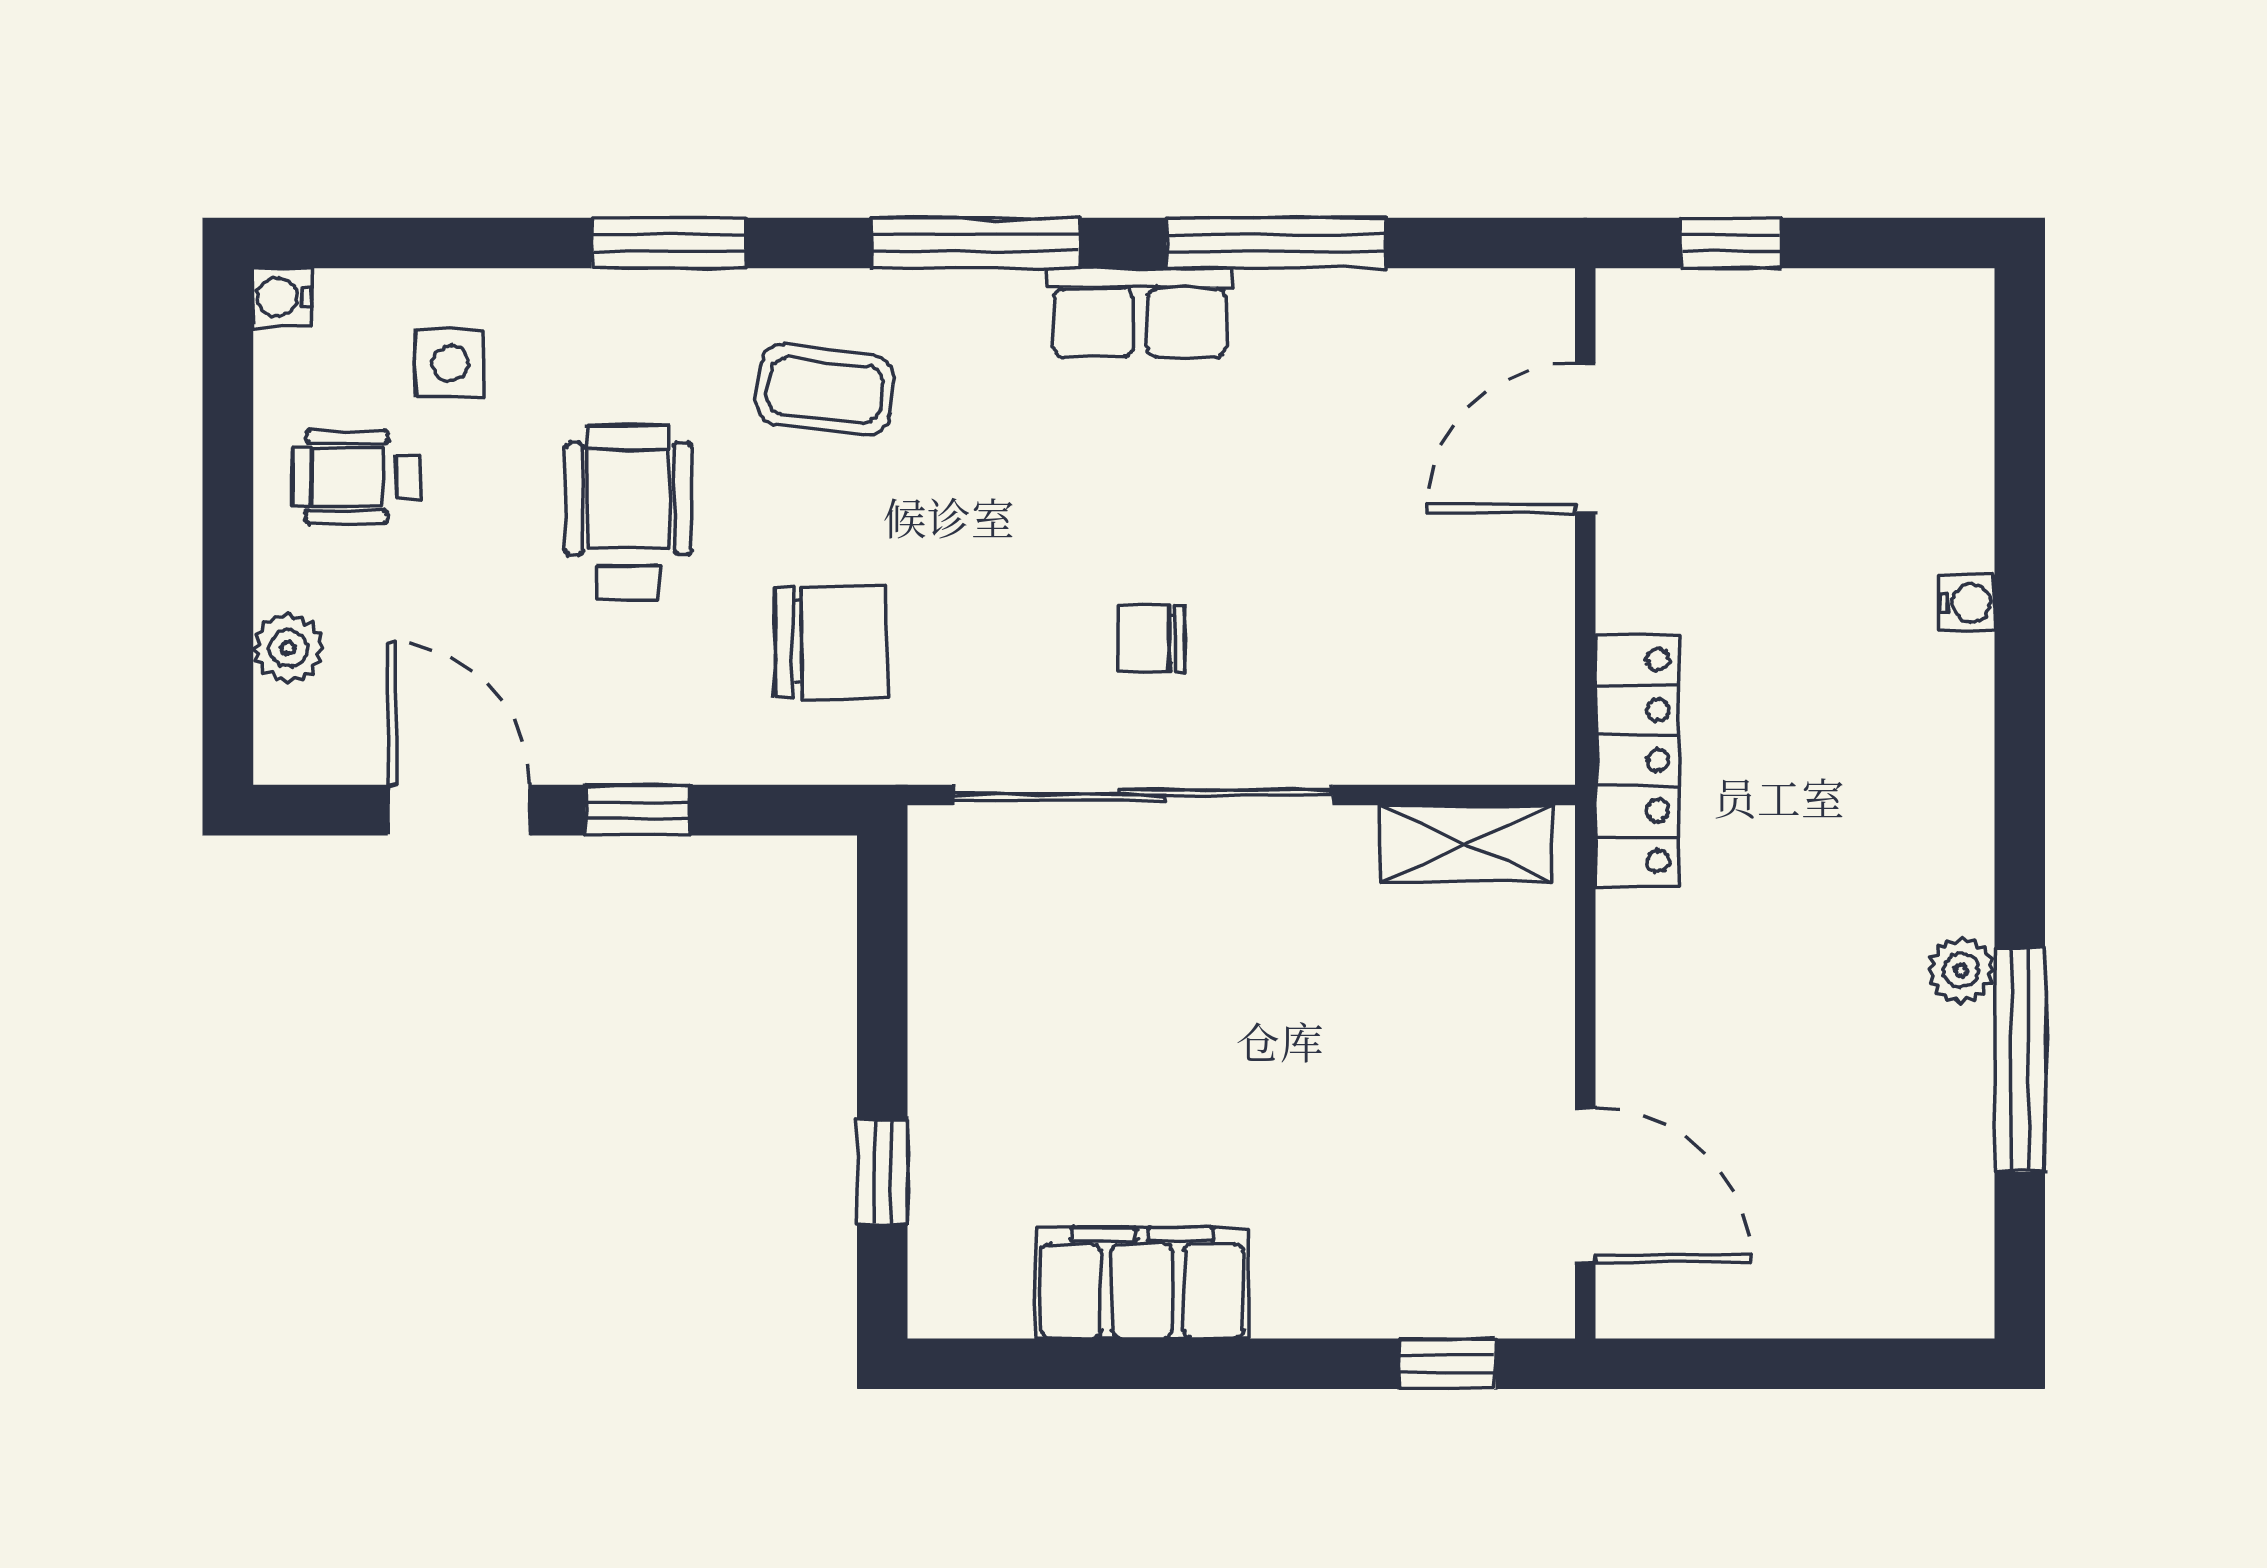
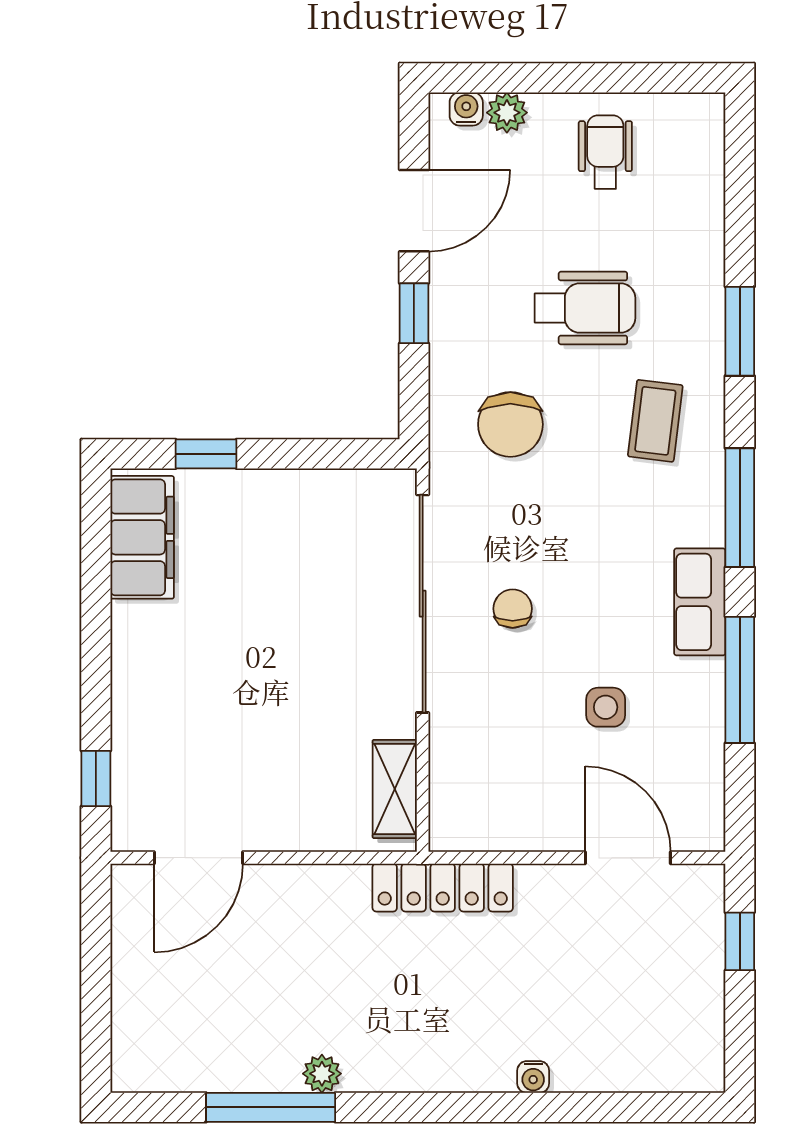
water cooler: (282, 297) -> (466, 109), moved
side table: (450, 363) -> (606, 707), moved
filing cabinet: (1142, 1283) -> (142, 537), moved

